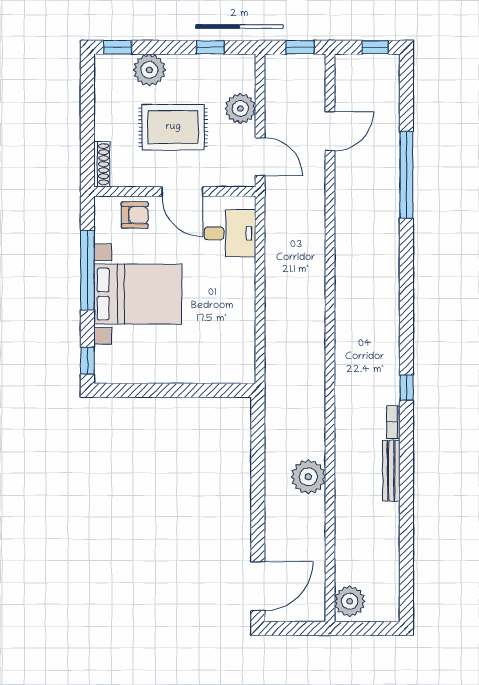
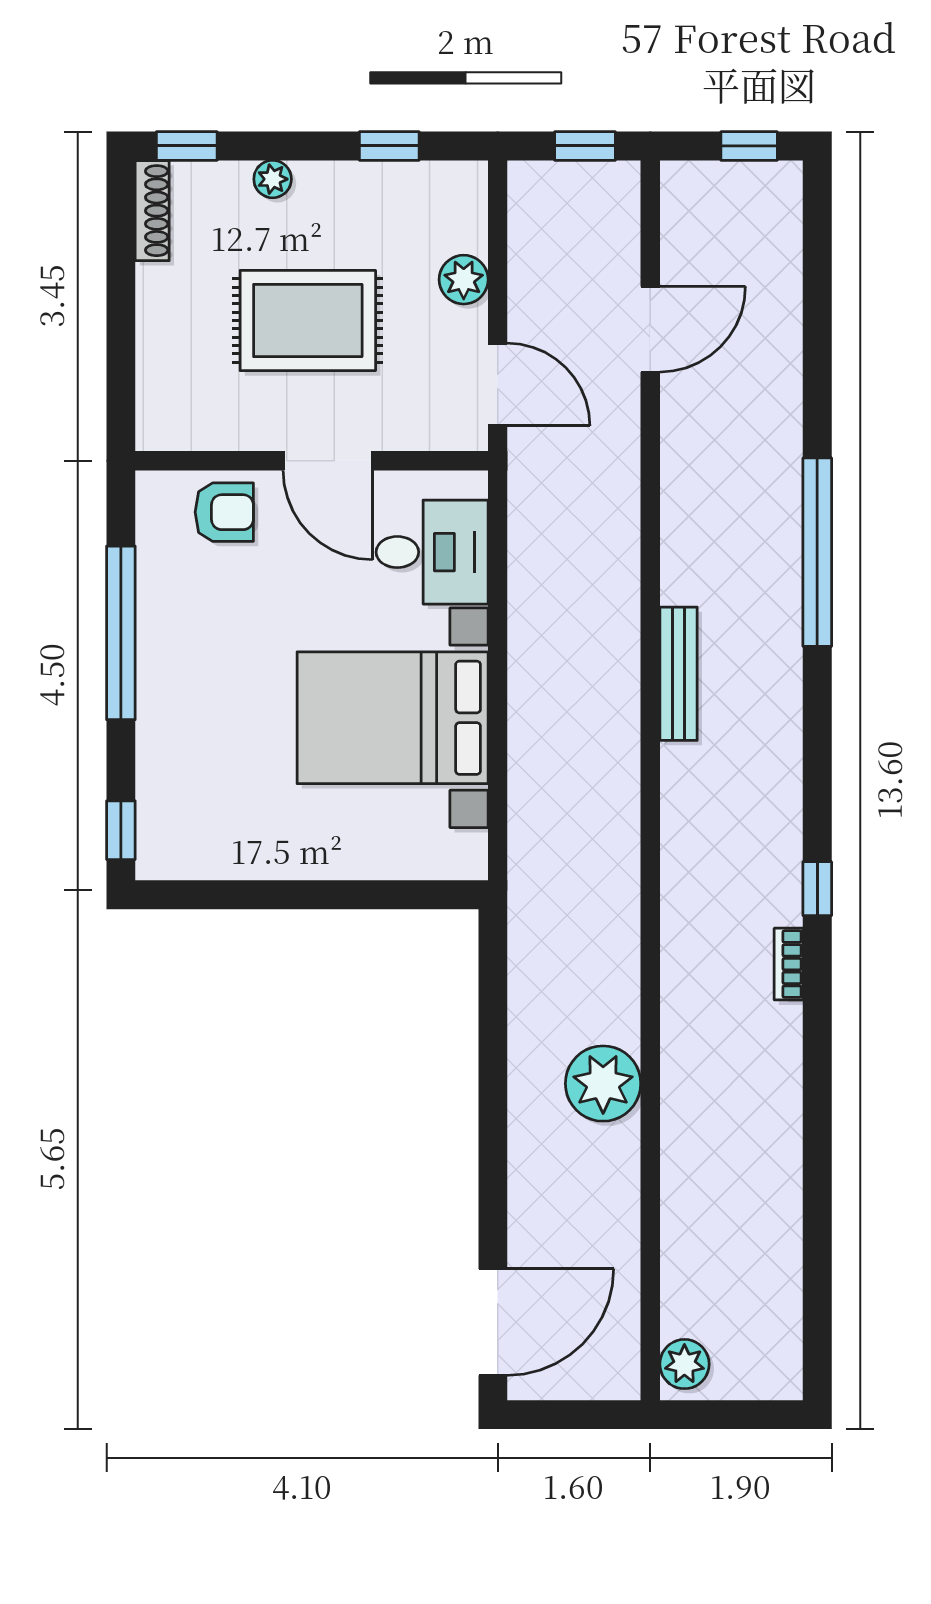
plant: (149, 70) -> (273, 179), width x0.53, depth x0.53
plant: (240, 108) -> (464, 280), width x0.73, depth x0.73
shoe rack: (102, 164) -> (152, 211), moved
window: (406, 175) -> (817, 552), moved
bed with nightstands: (138, 294) -> (393, 718), moved, turned 180
bench: (391, 471) -> (678, 674), moved
plant: (350, 601) -> (684, 1364), width x0.73, depth x0.73

